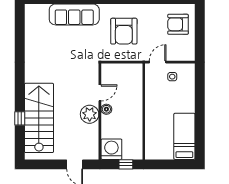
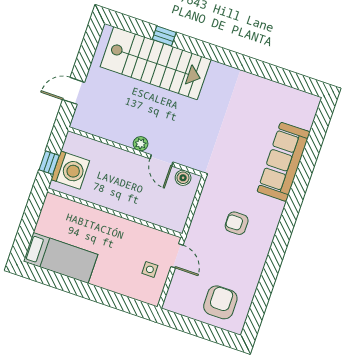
armchair: (124, 31) -> (237, 223), width x0.53, depth x0.53
boiler: (106, 109) -> (183, 178), moved
plant: (90, 114) -> (141, 144), width x0.53, depth x0.53
washing machine: (111, 149) -> (70, 170), moved

